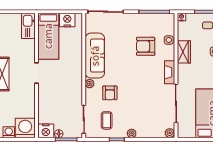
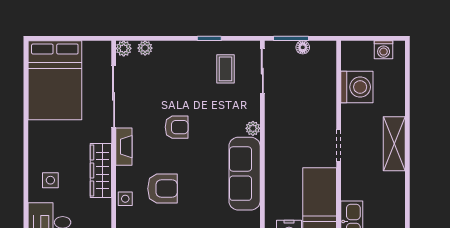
wardrobe: (184, 52) -> (101, 170), width x1.50
armchair: (110, 93) -> (177, 127), moved, turned 90
washing machine: (25, 128) -> (357, 87), moved, turned -90
nightstand: (46, 131) -> (324, 52), removed
plant: (132, 133) -> (145, 48), moved

